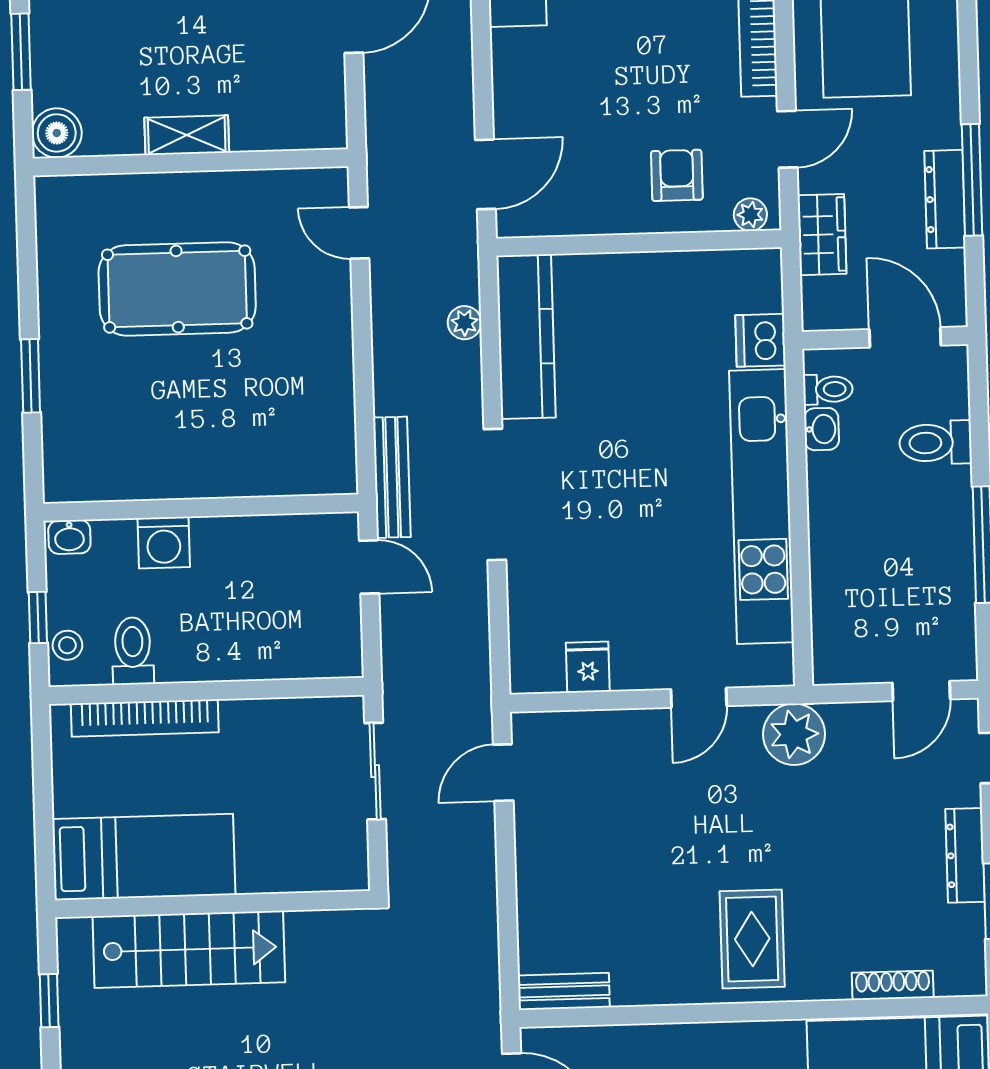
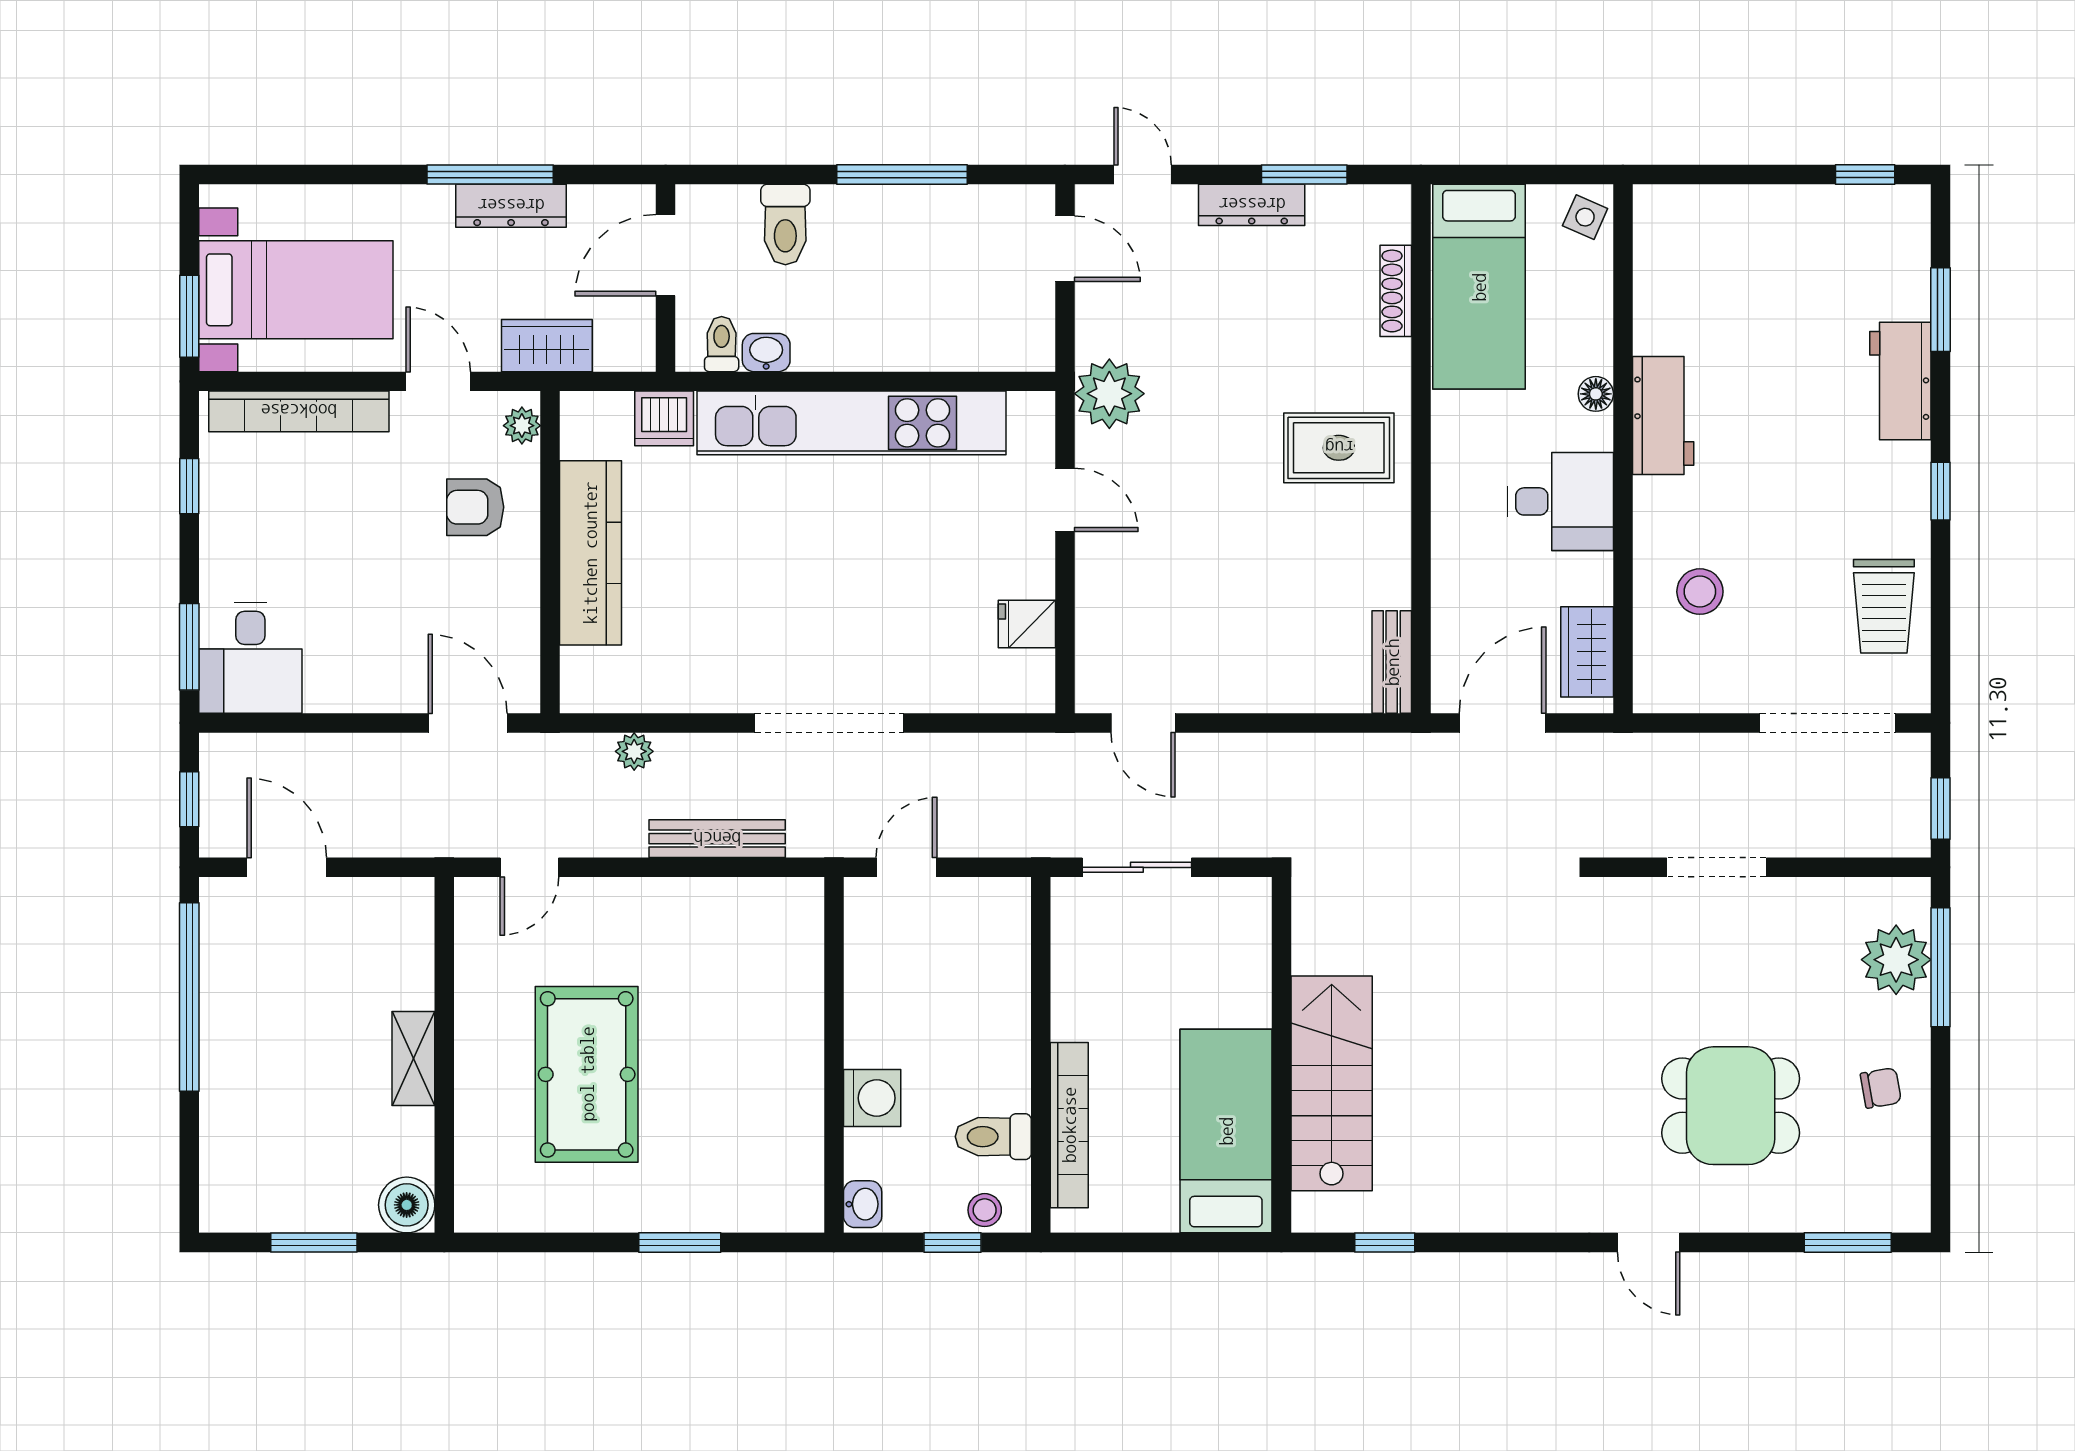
kitchen counter: (526, 337) -> (590, 553), moved, turned 90
bench: (392, 477) -> (717, 839), moved

